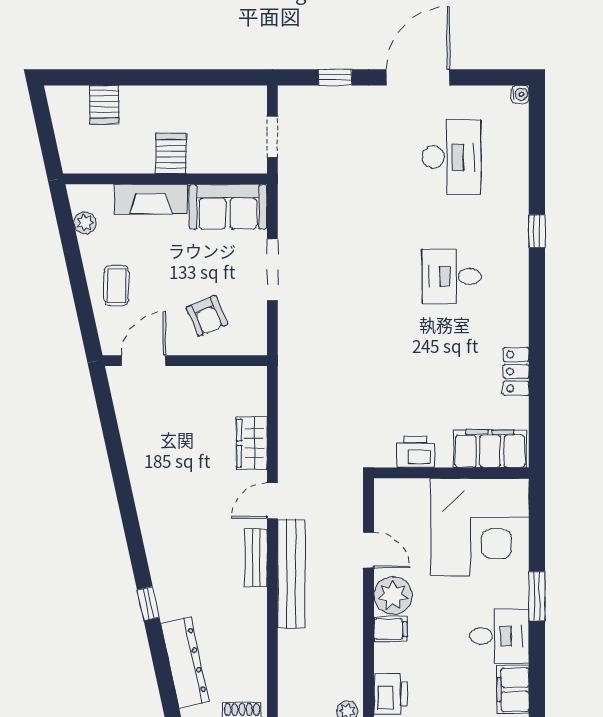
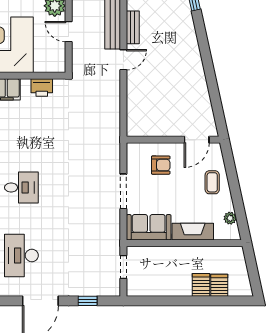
server rack: (171, 153) -> (201, 285), moved, turned 180
armchair: (207, 316) -> (161, 165), turned 113
wardrobe: (252, 443) -> (135, 93), removed

